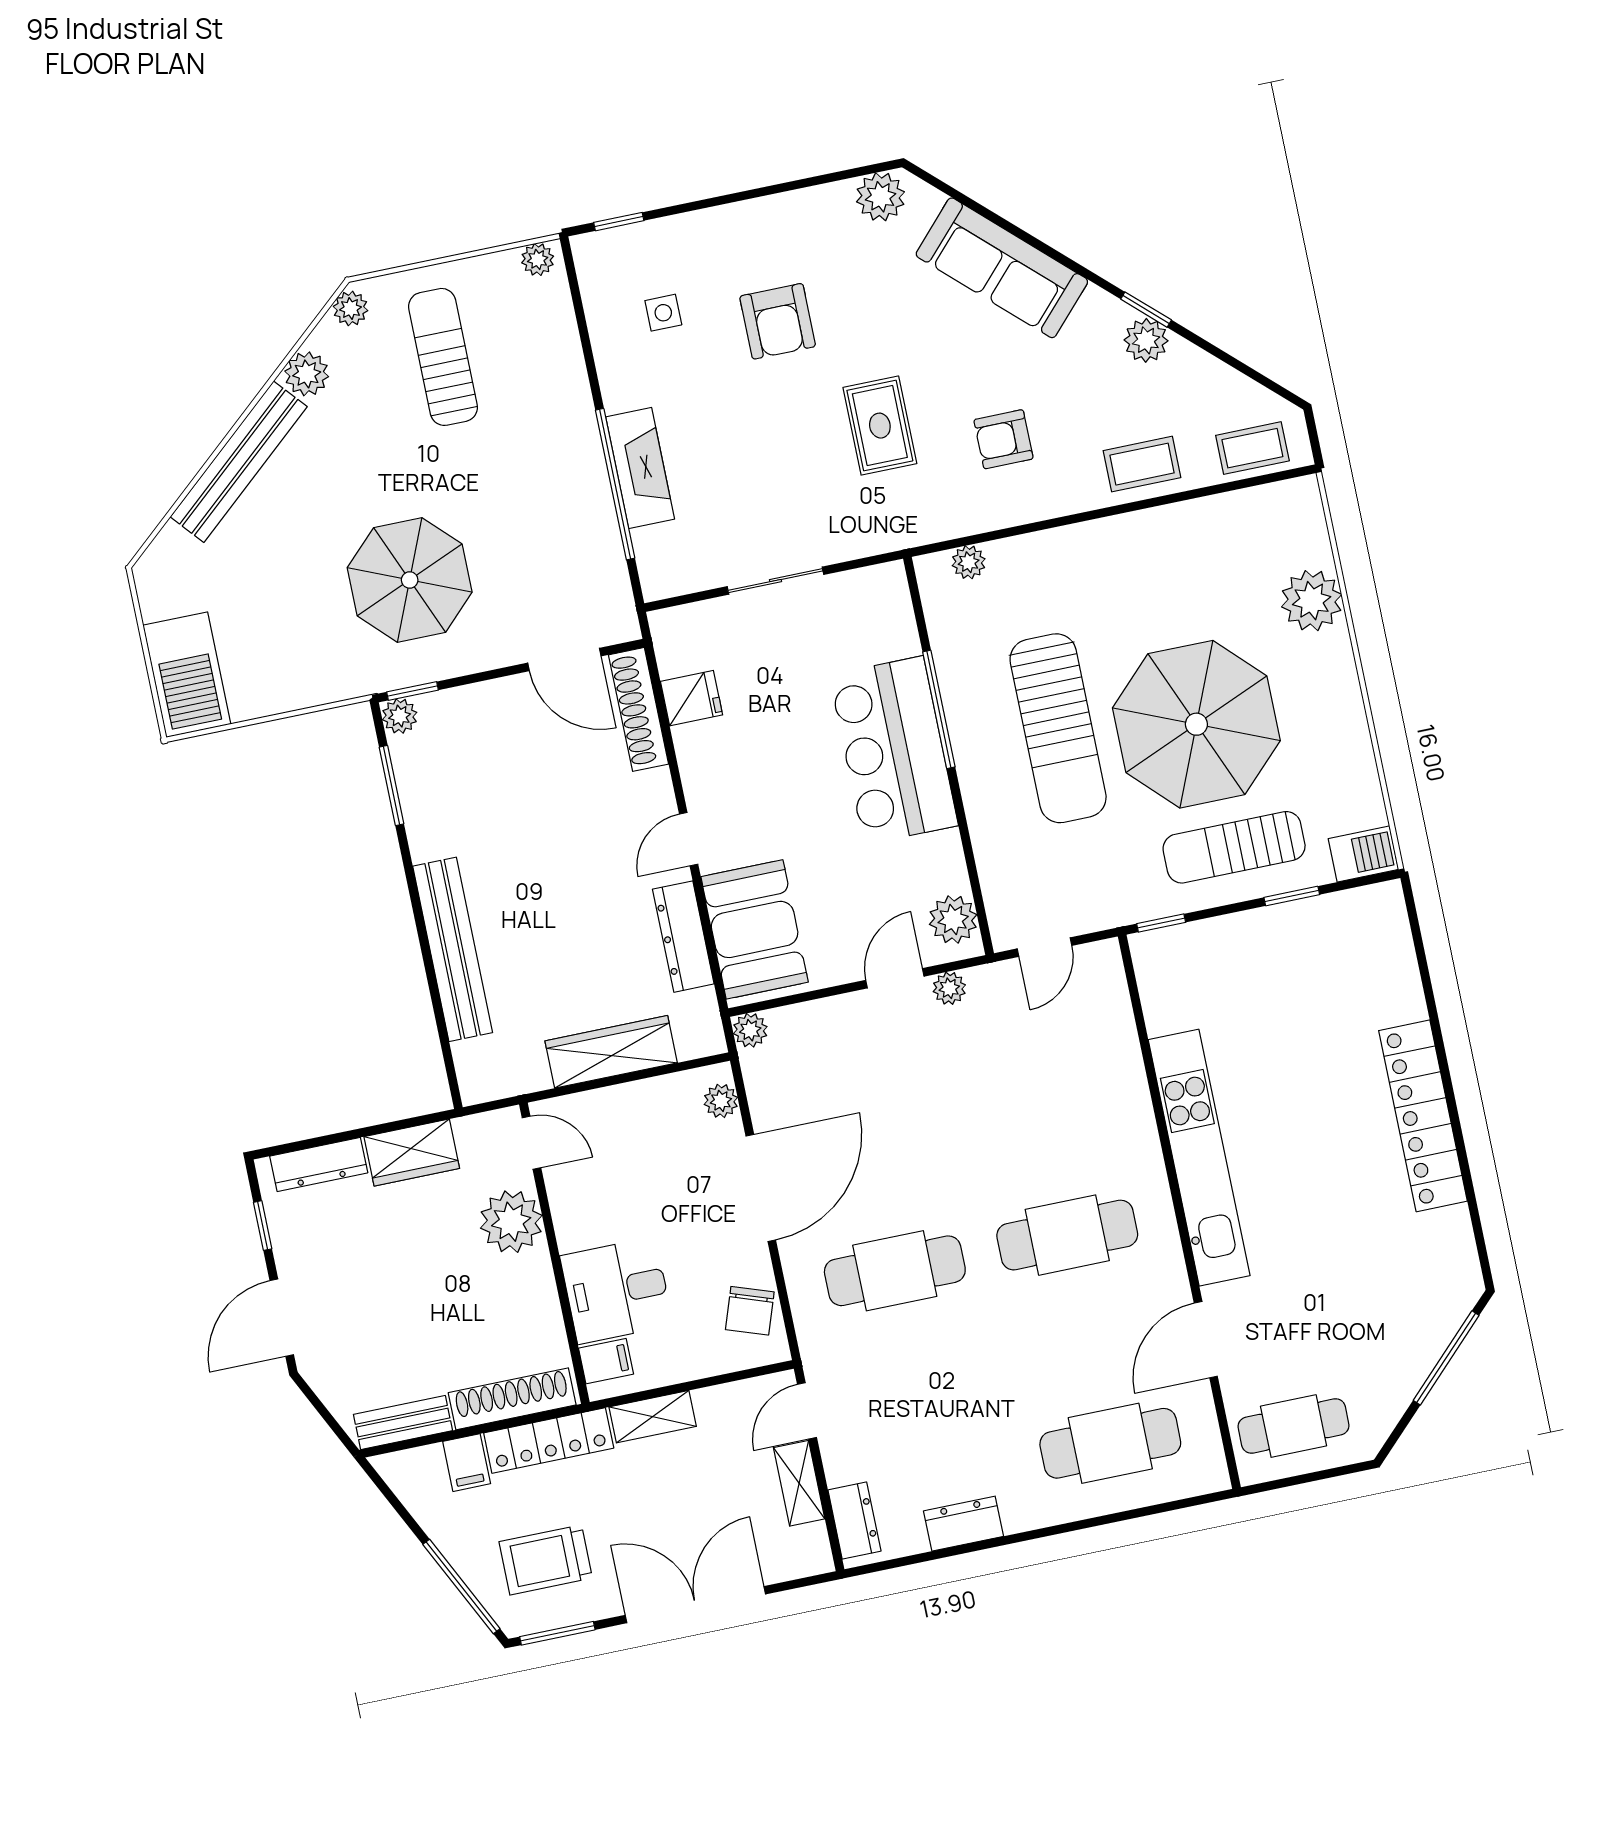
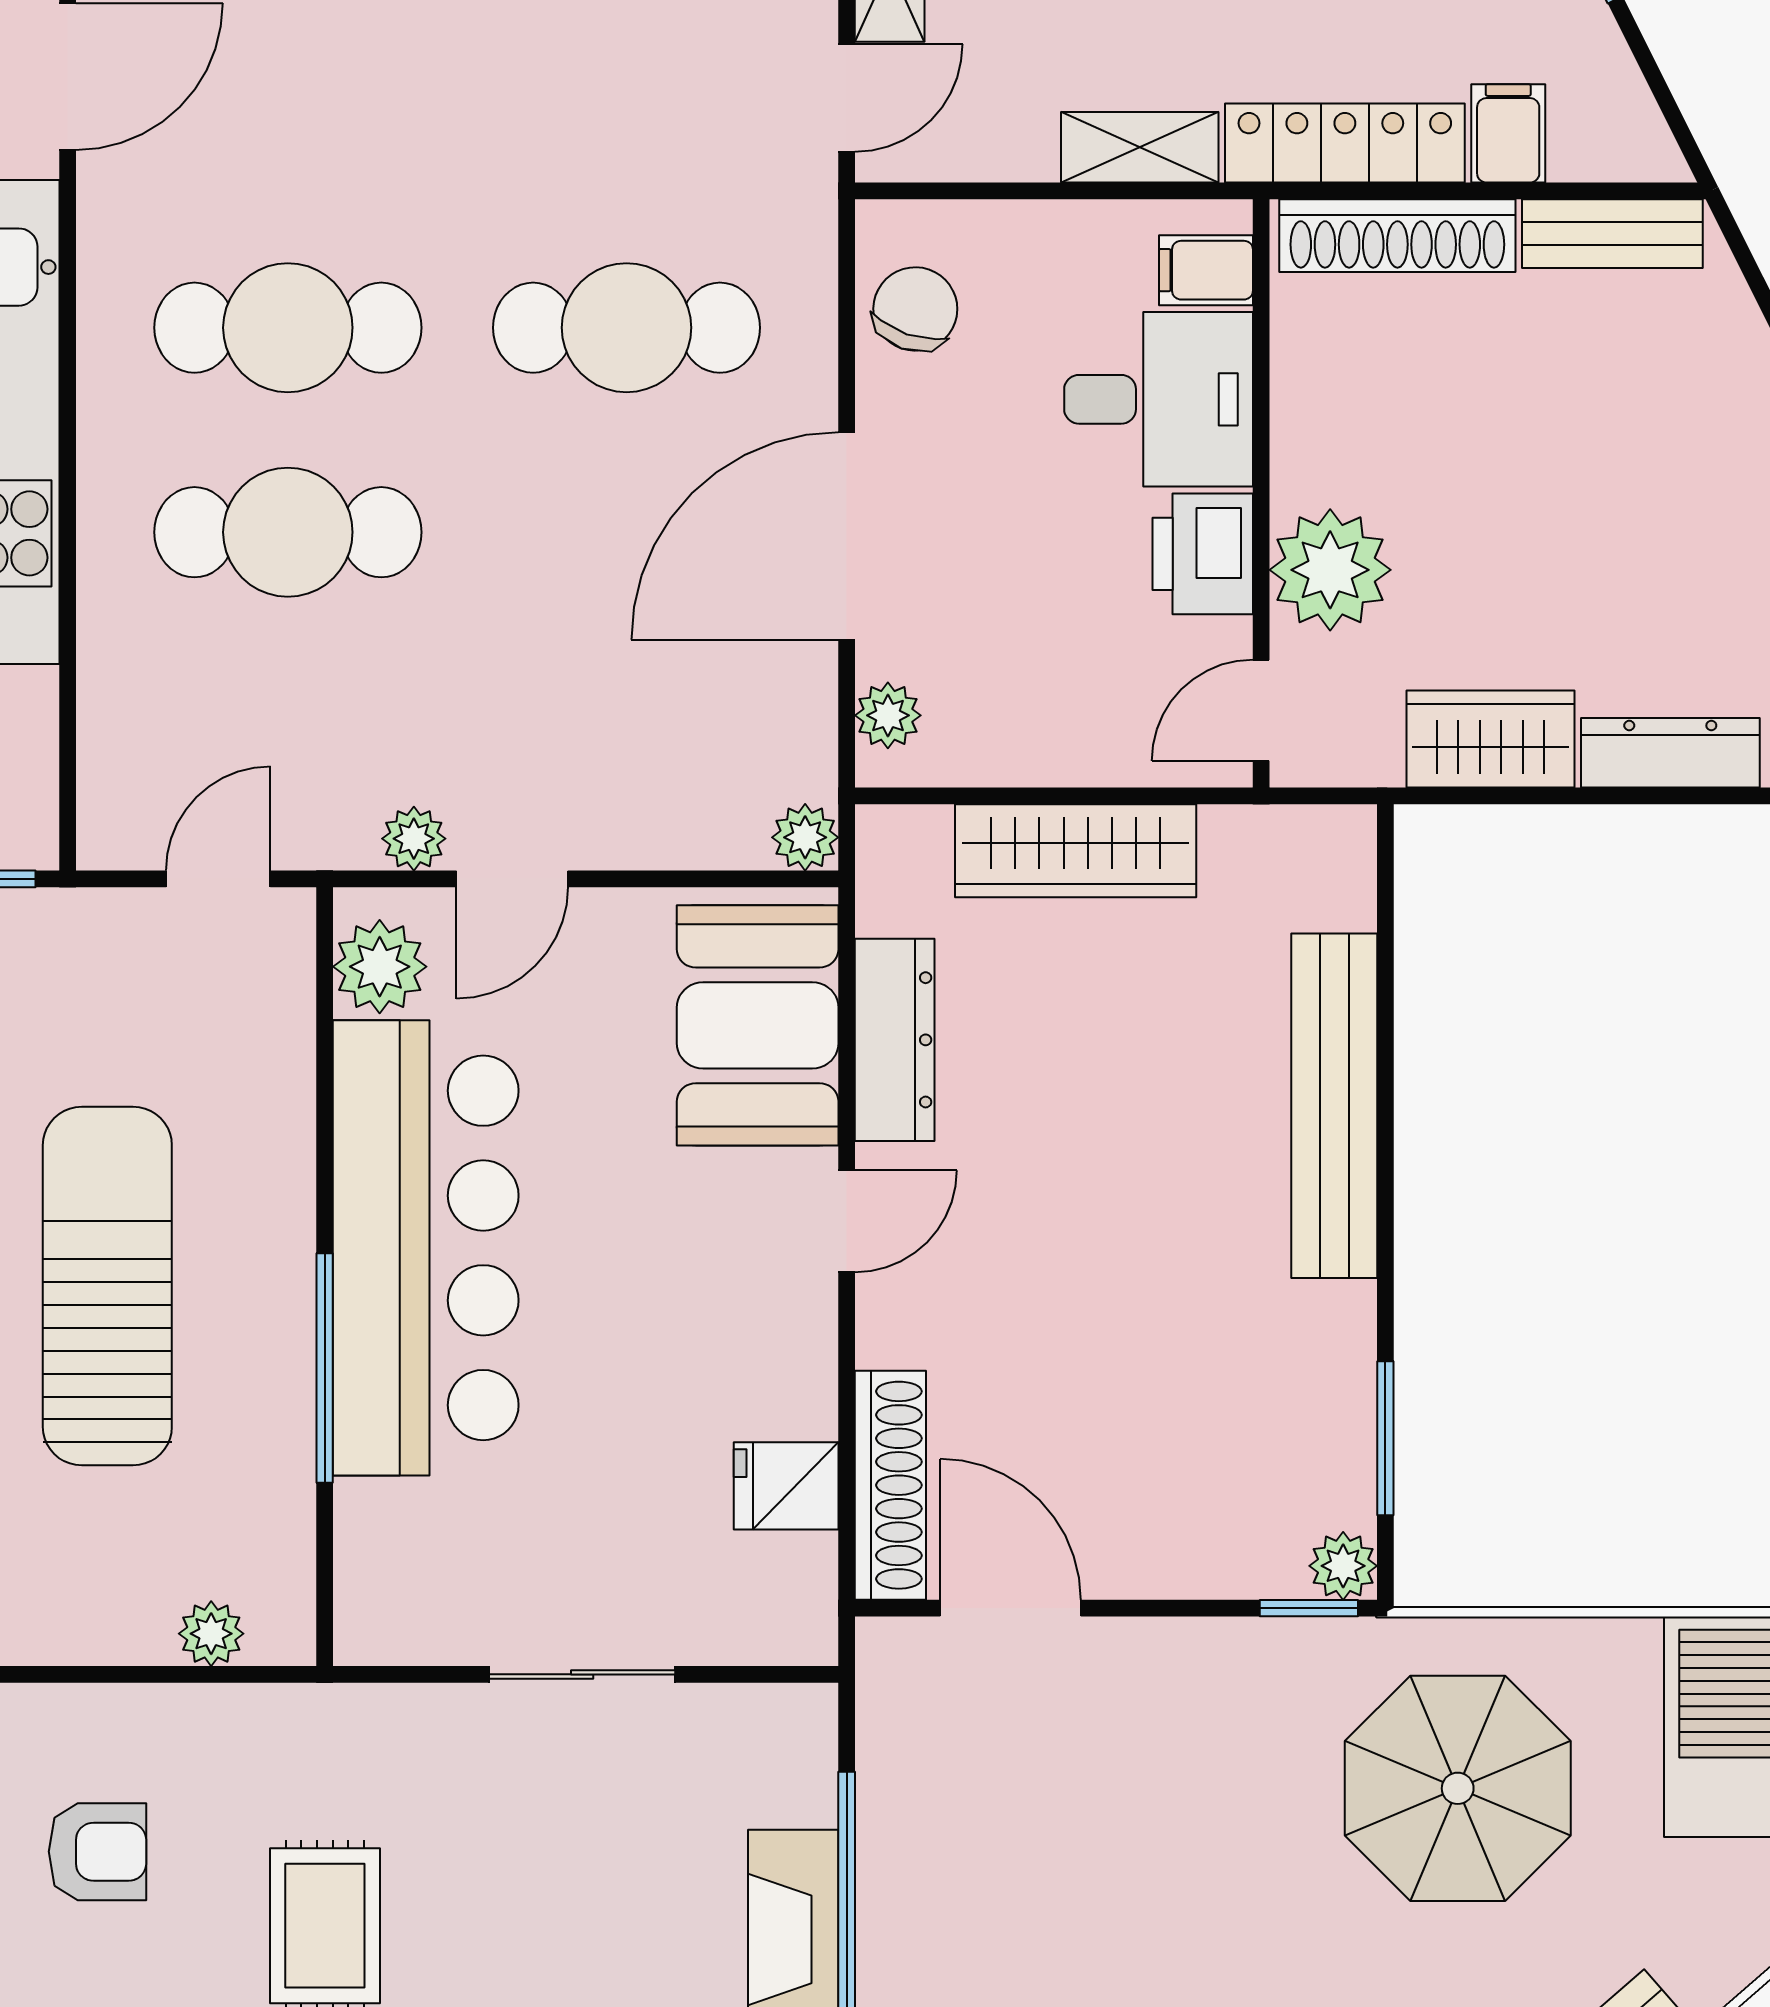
parasol: (410, 580) -> (1458, 1788), moved
bar counter: (894, 750) -> (426, 1248), width x1.36
cafe table: (1046, 1131) -> (288, 532), added
door: (532, 1143) -> (1261, 710), hinge flipped
printer: (578, 1216) -> (1203, 554), added

